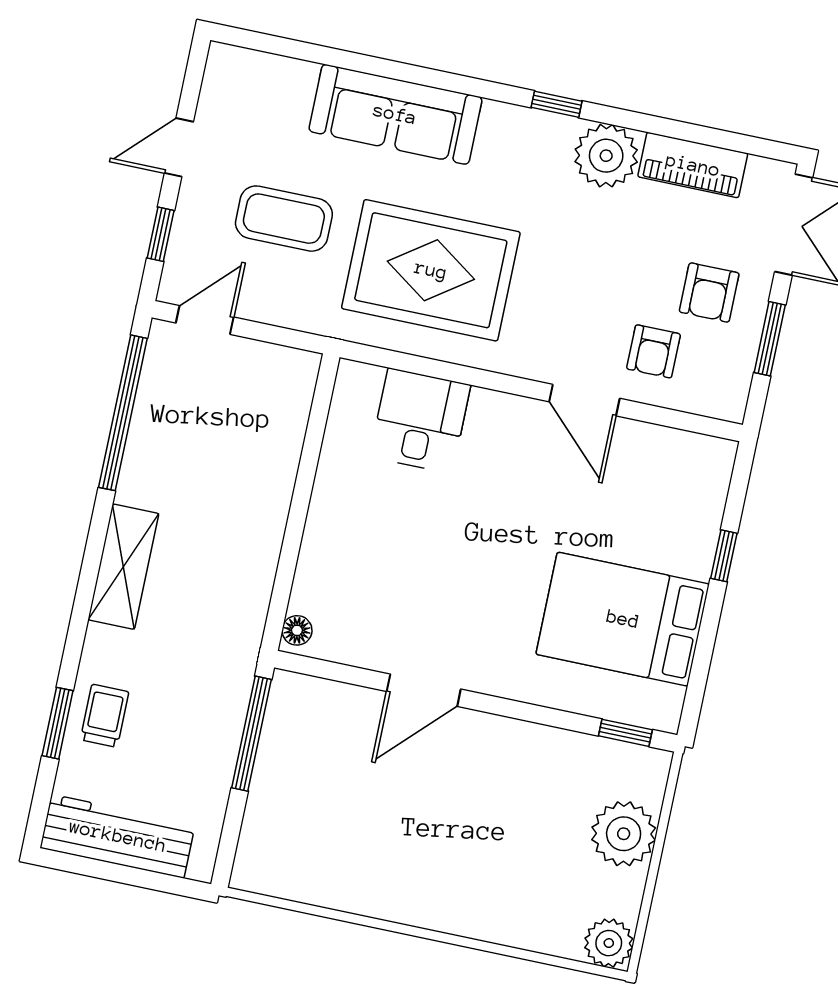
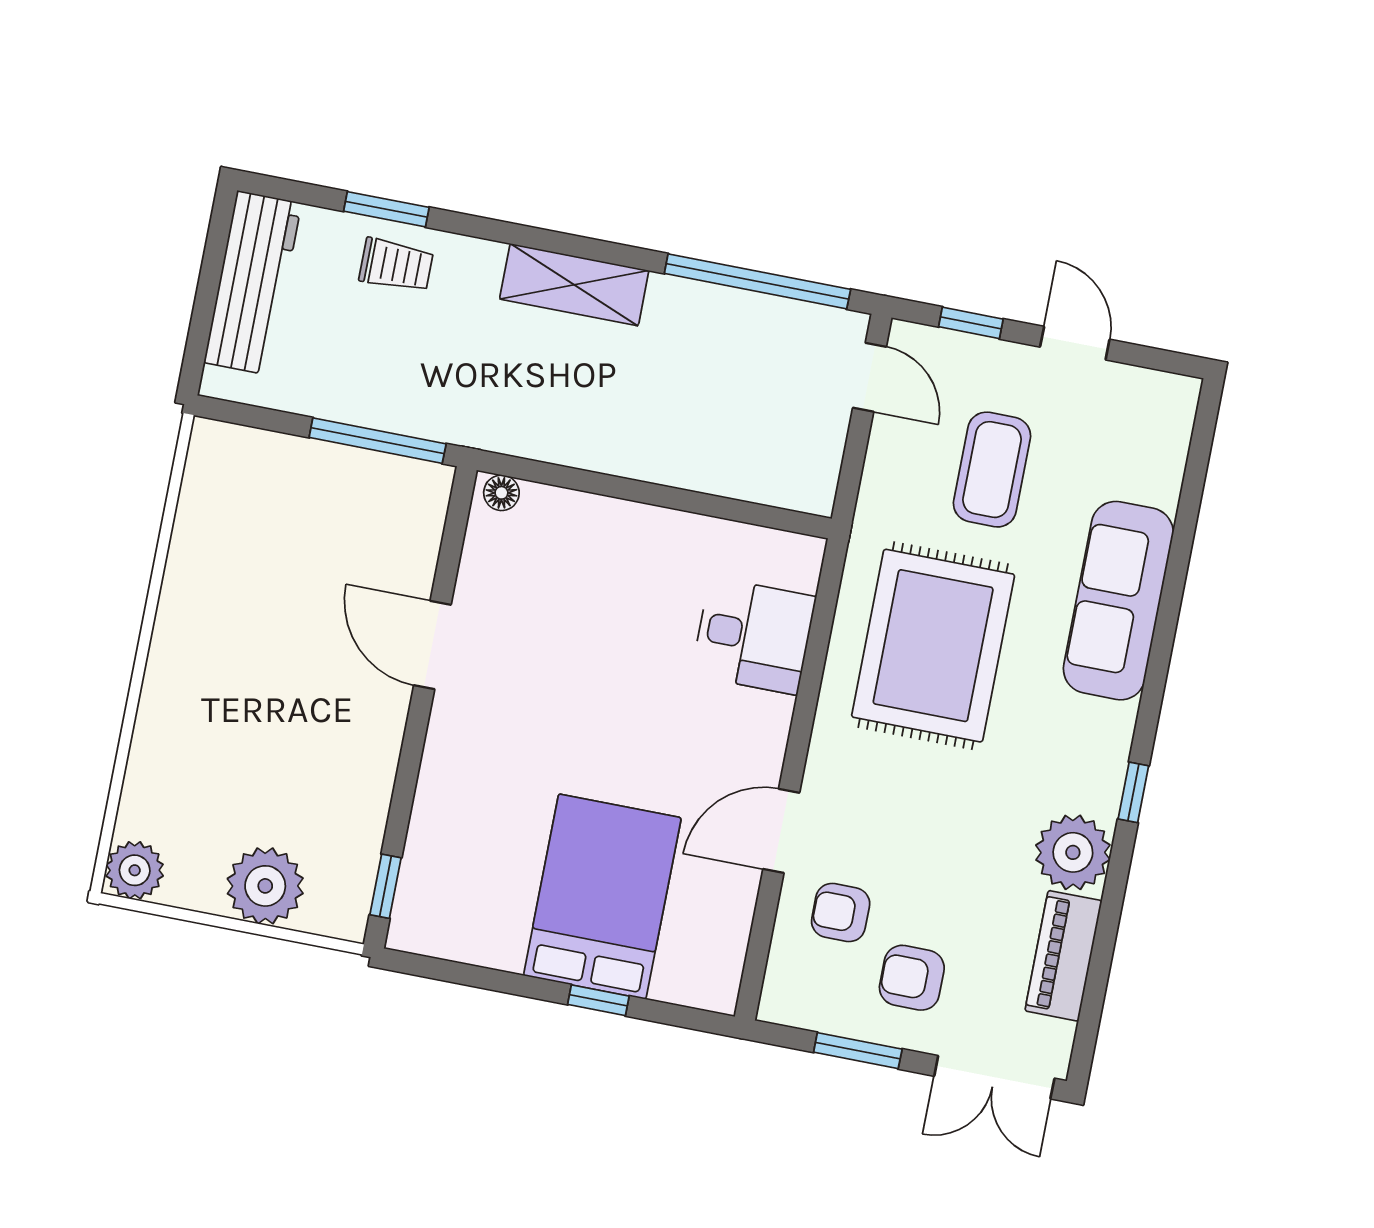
bed: (623, 619) -> (602, 897), moved

